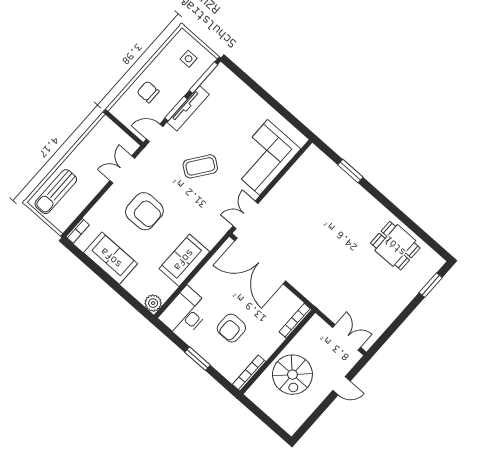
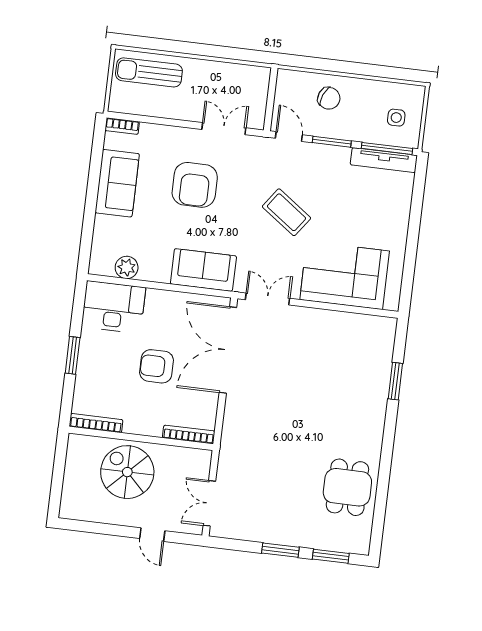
chair: (148, 92) -> (329, 98), turned 112
tv unit: (188, 108) -> (384, 160), moved
sofa: (184, 260) -> (203, 270), moved
plant: (153, 303) -> (127, 267), moved
window: (405, 314) -> (280, 550), added
armchair: (231, 328) -> (157, 366), moved
double door: (347, 337) -> (209, 503), swing flipped
spiral stairs: (292, 375) -> (127, 472), turned 90

